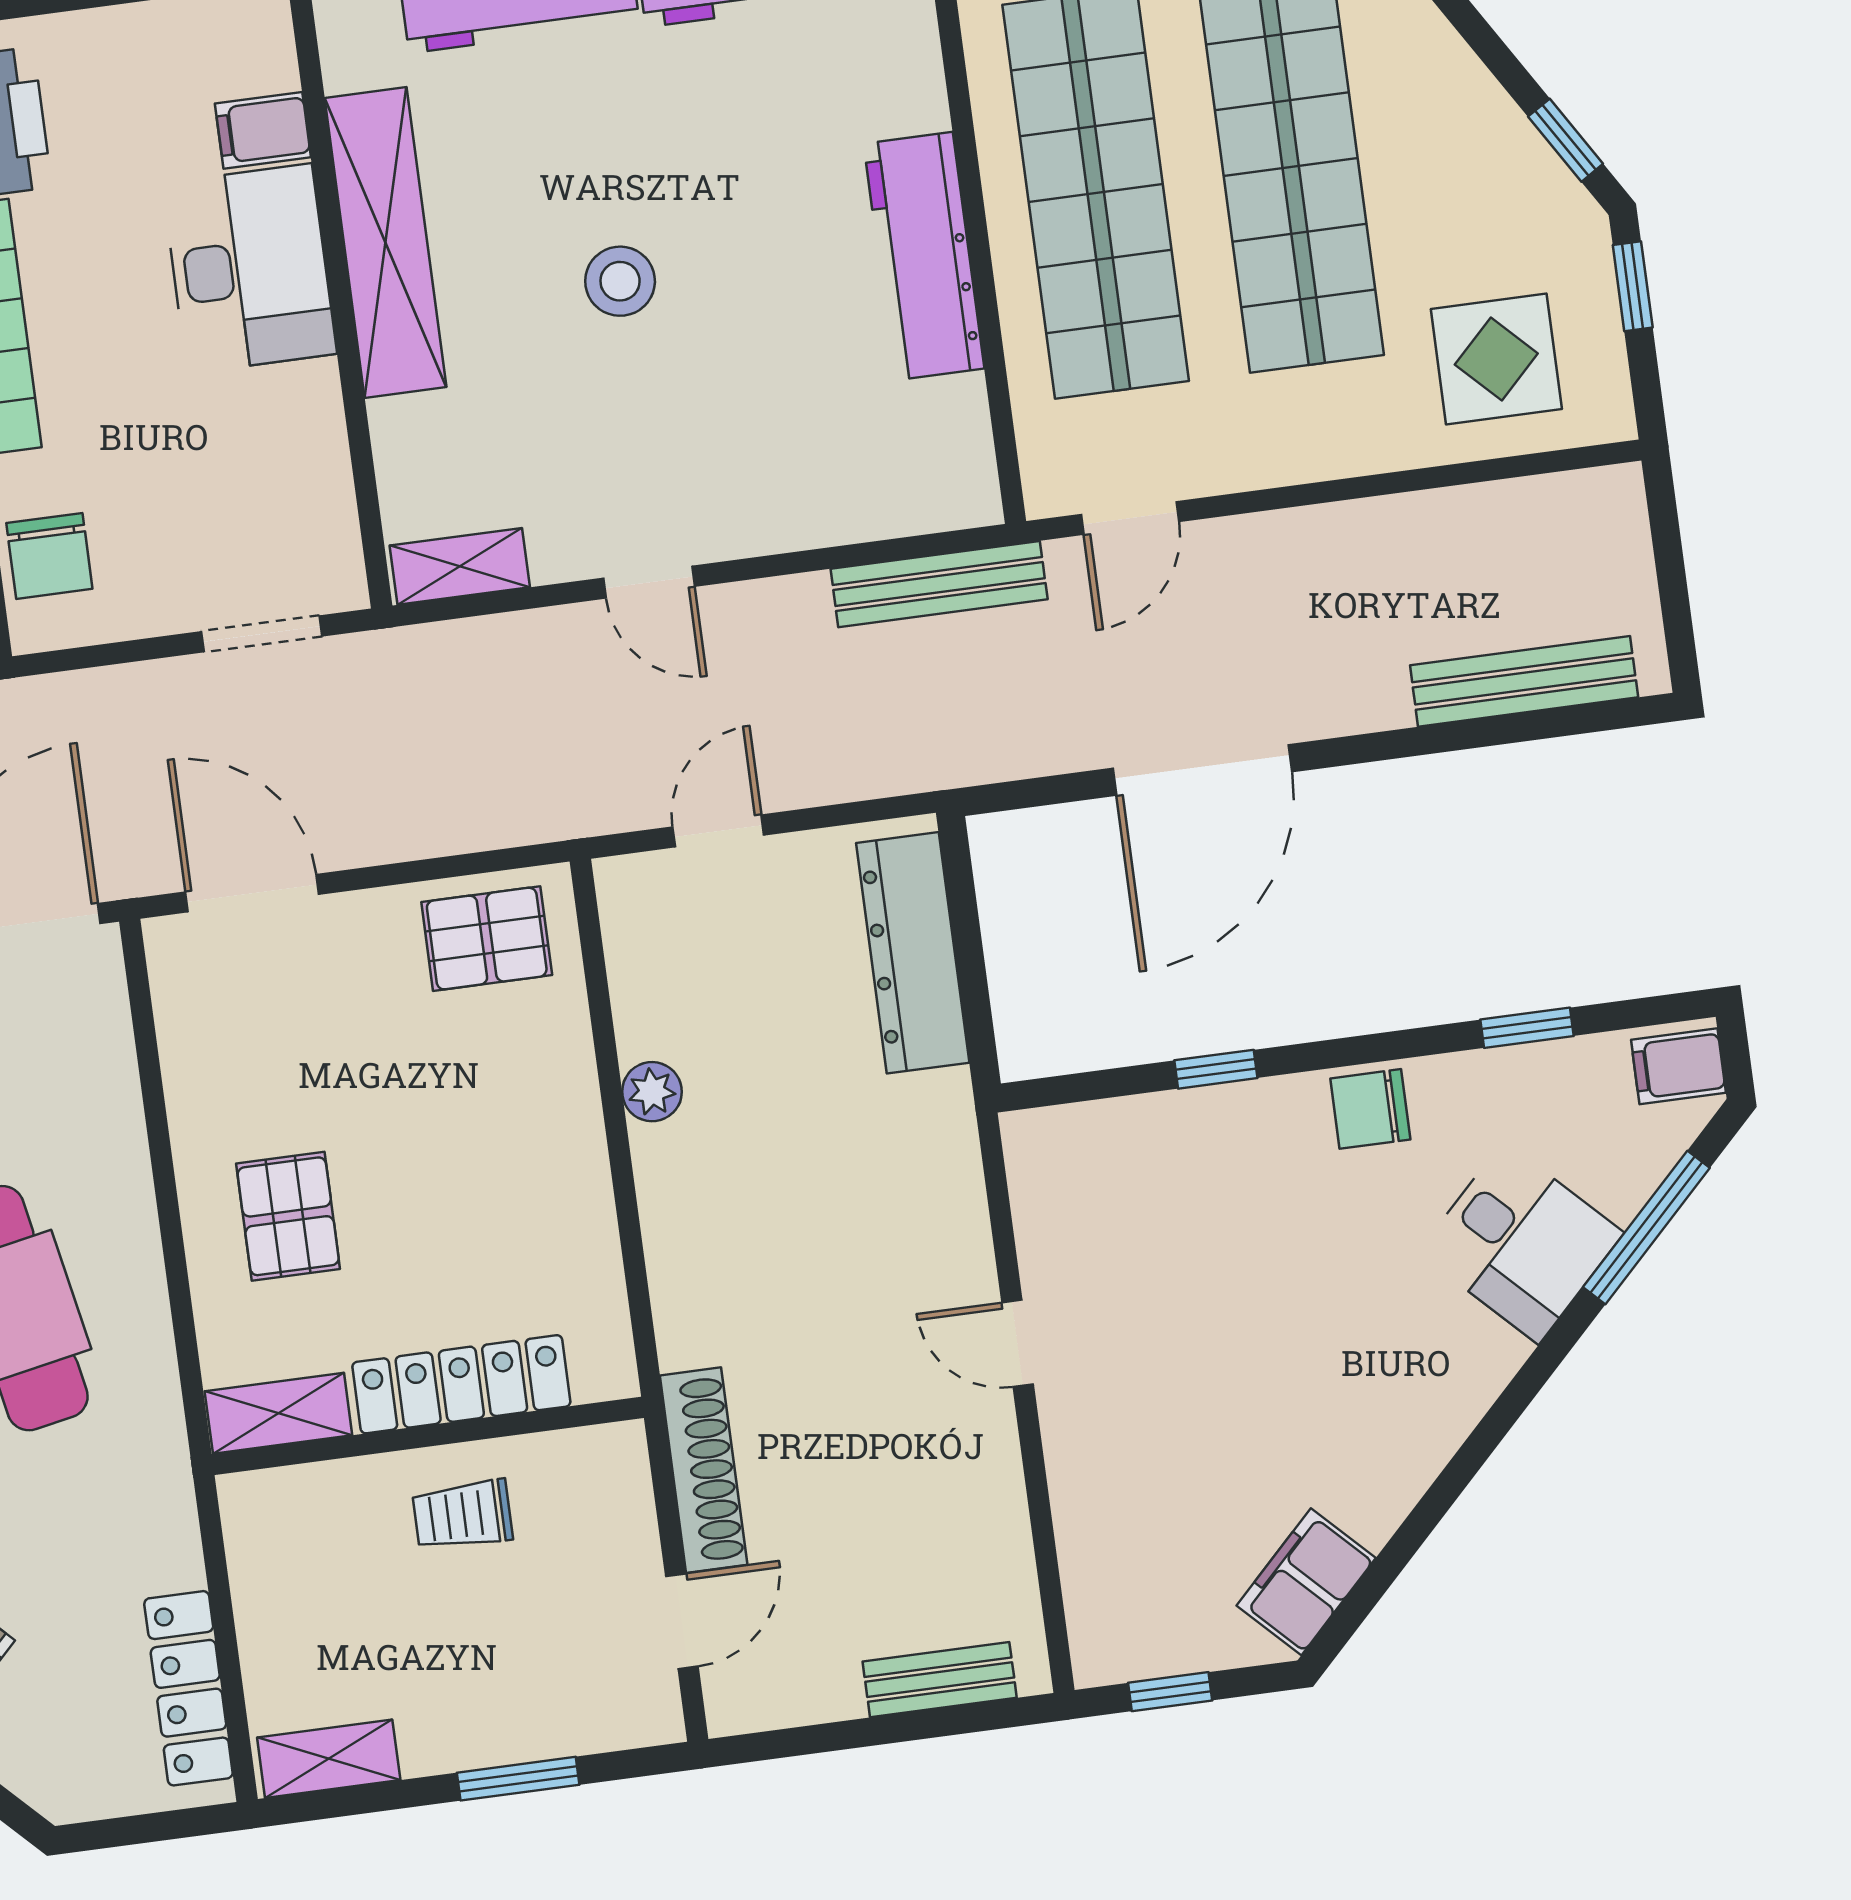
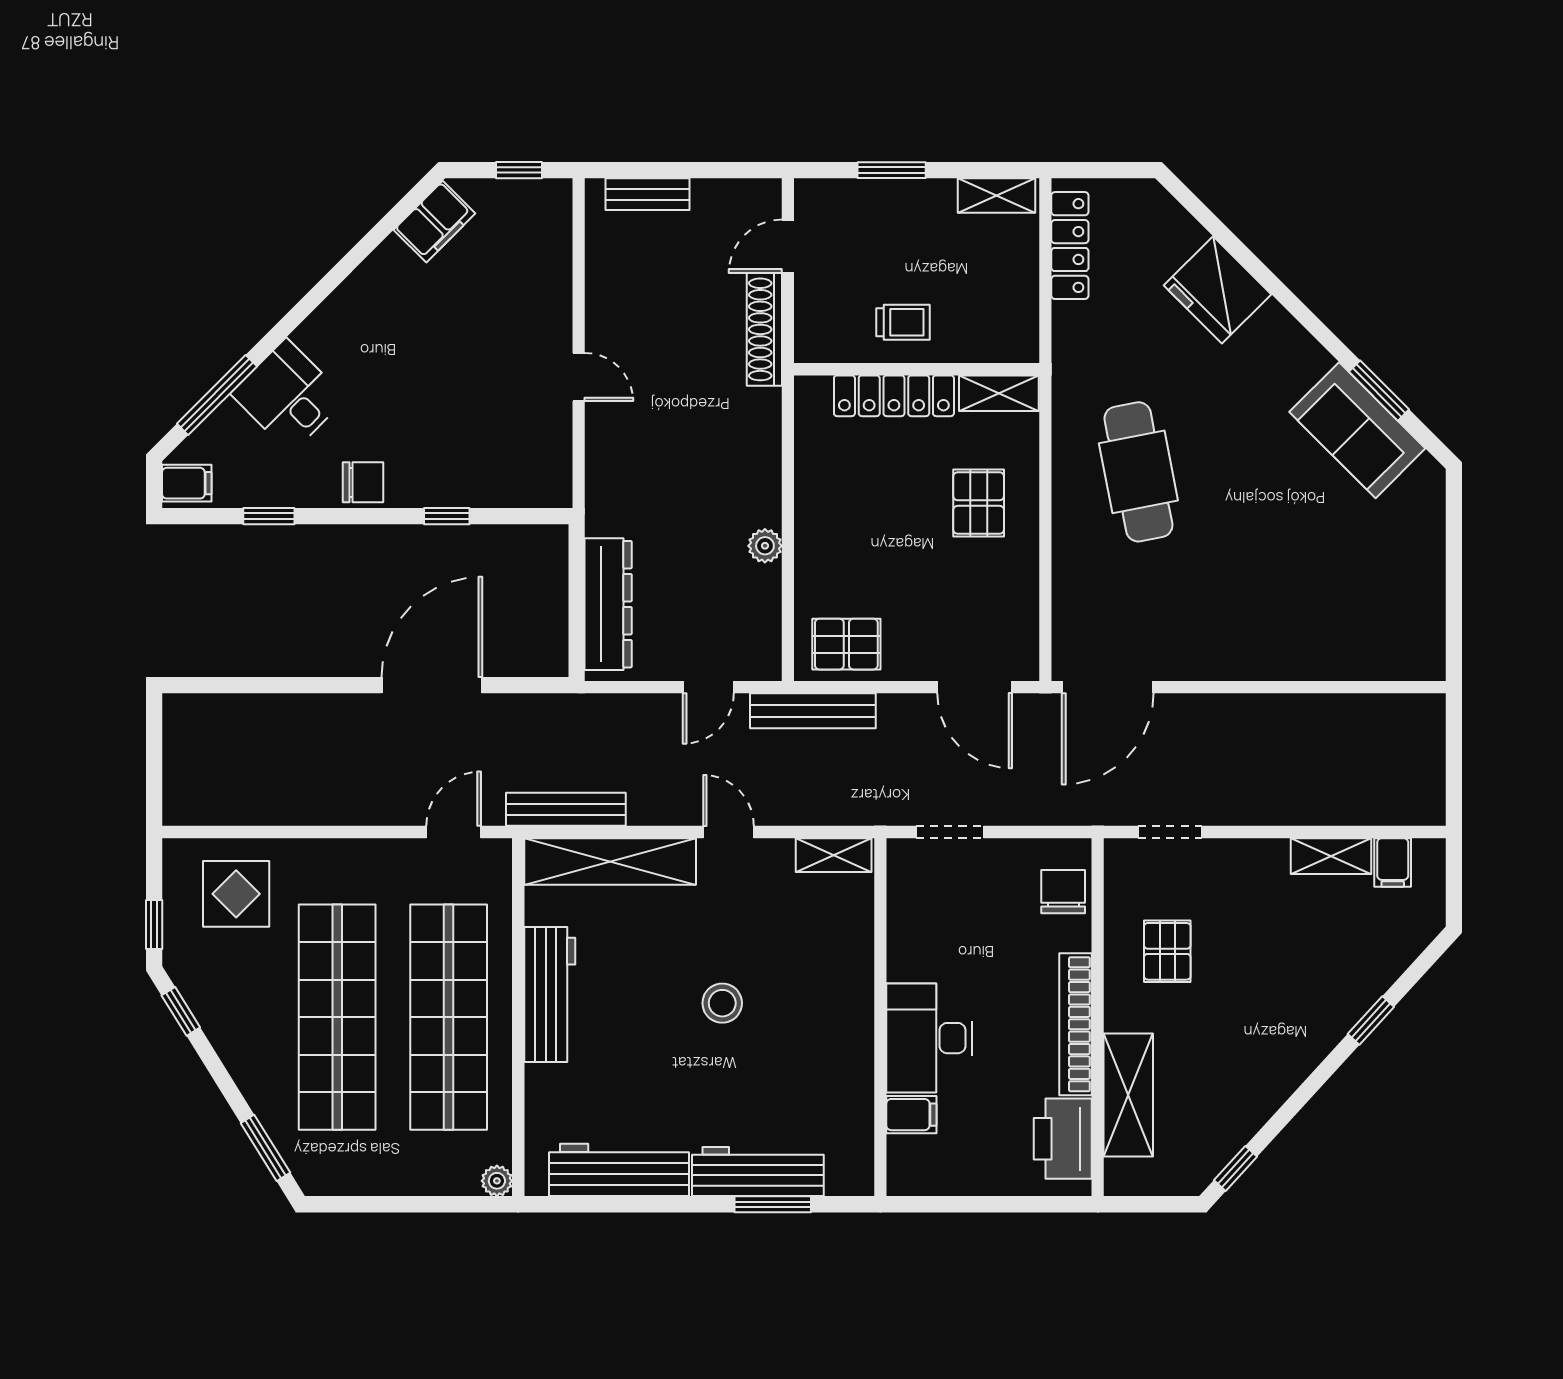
shelving: (386, 242) -> (610, 861), moved, turned 90
bench: (1524, 681) -> (813, 711), moved

